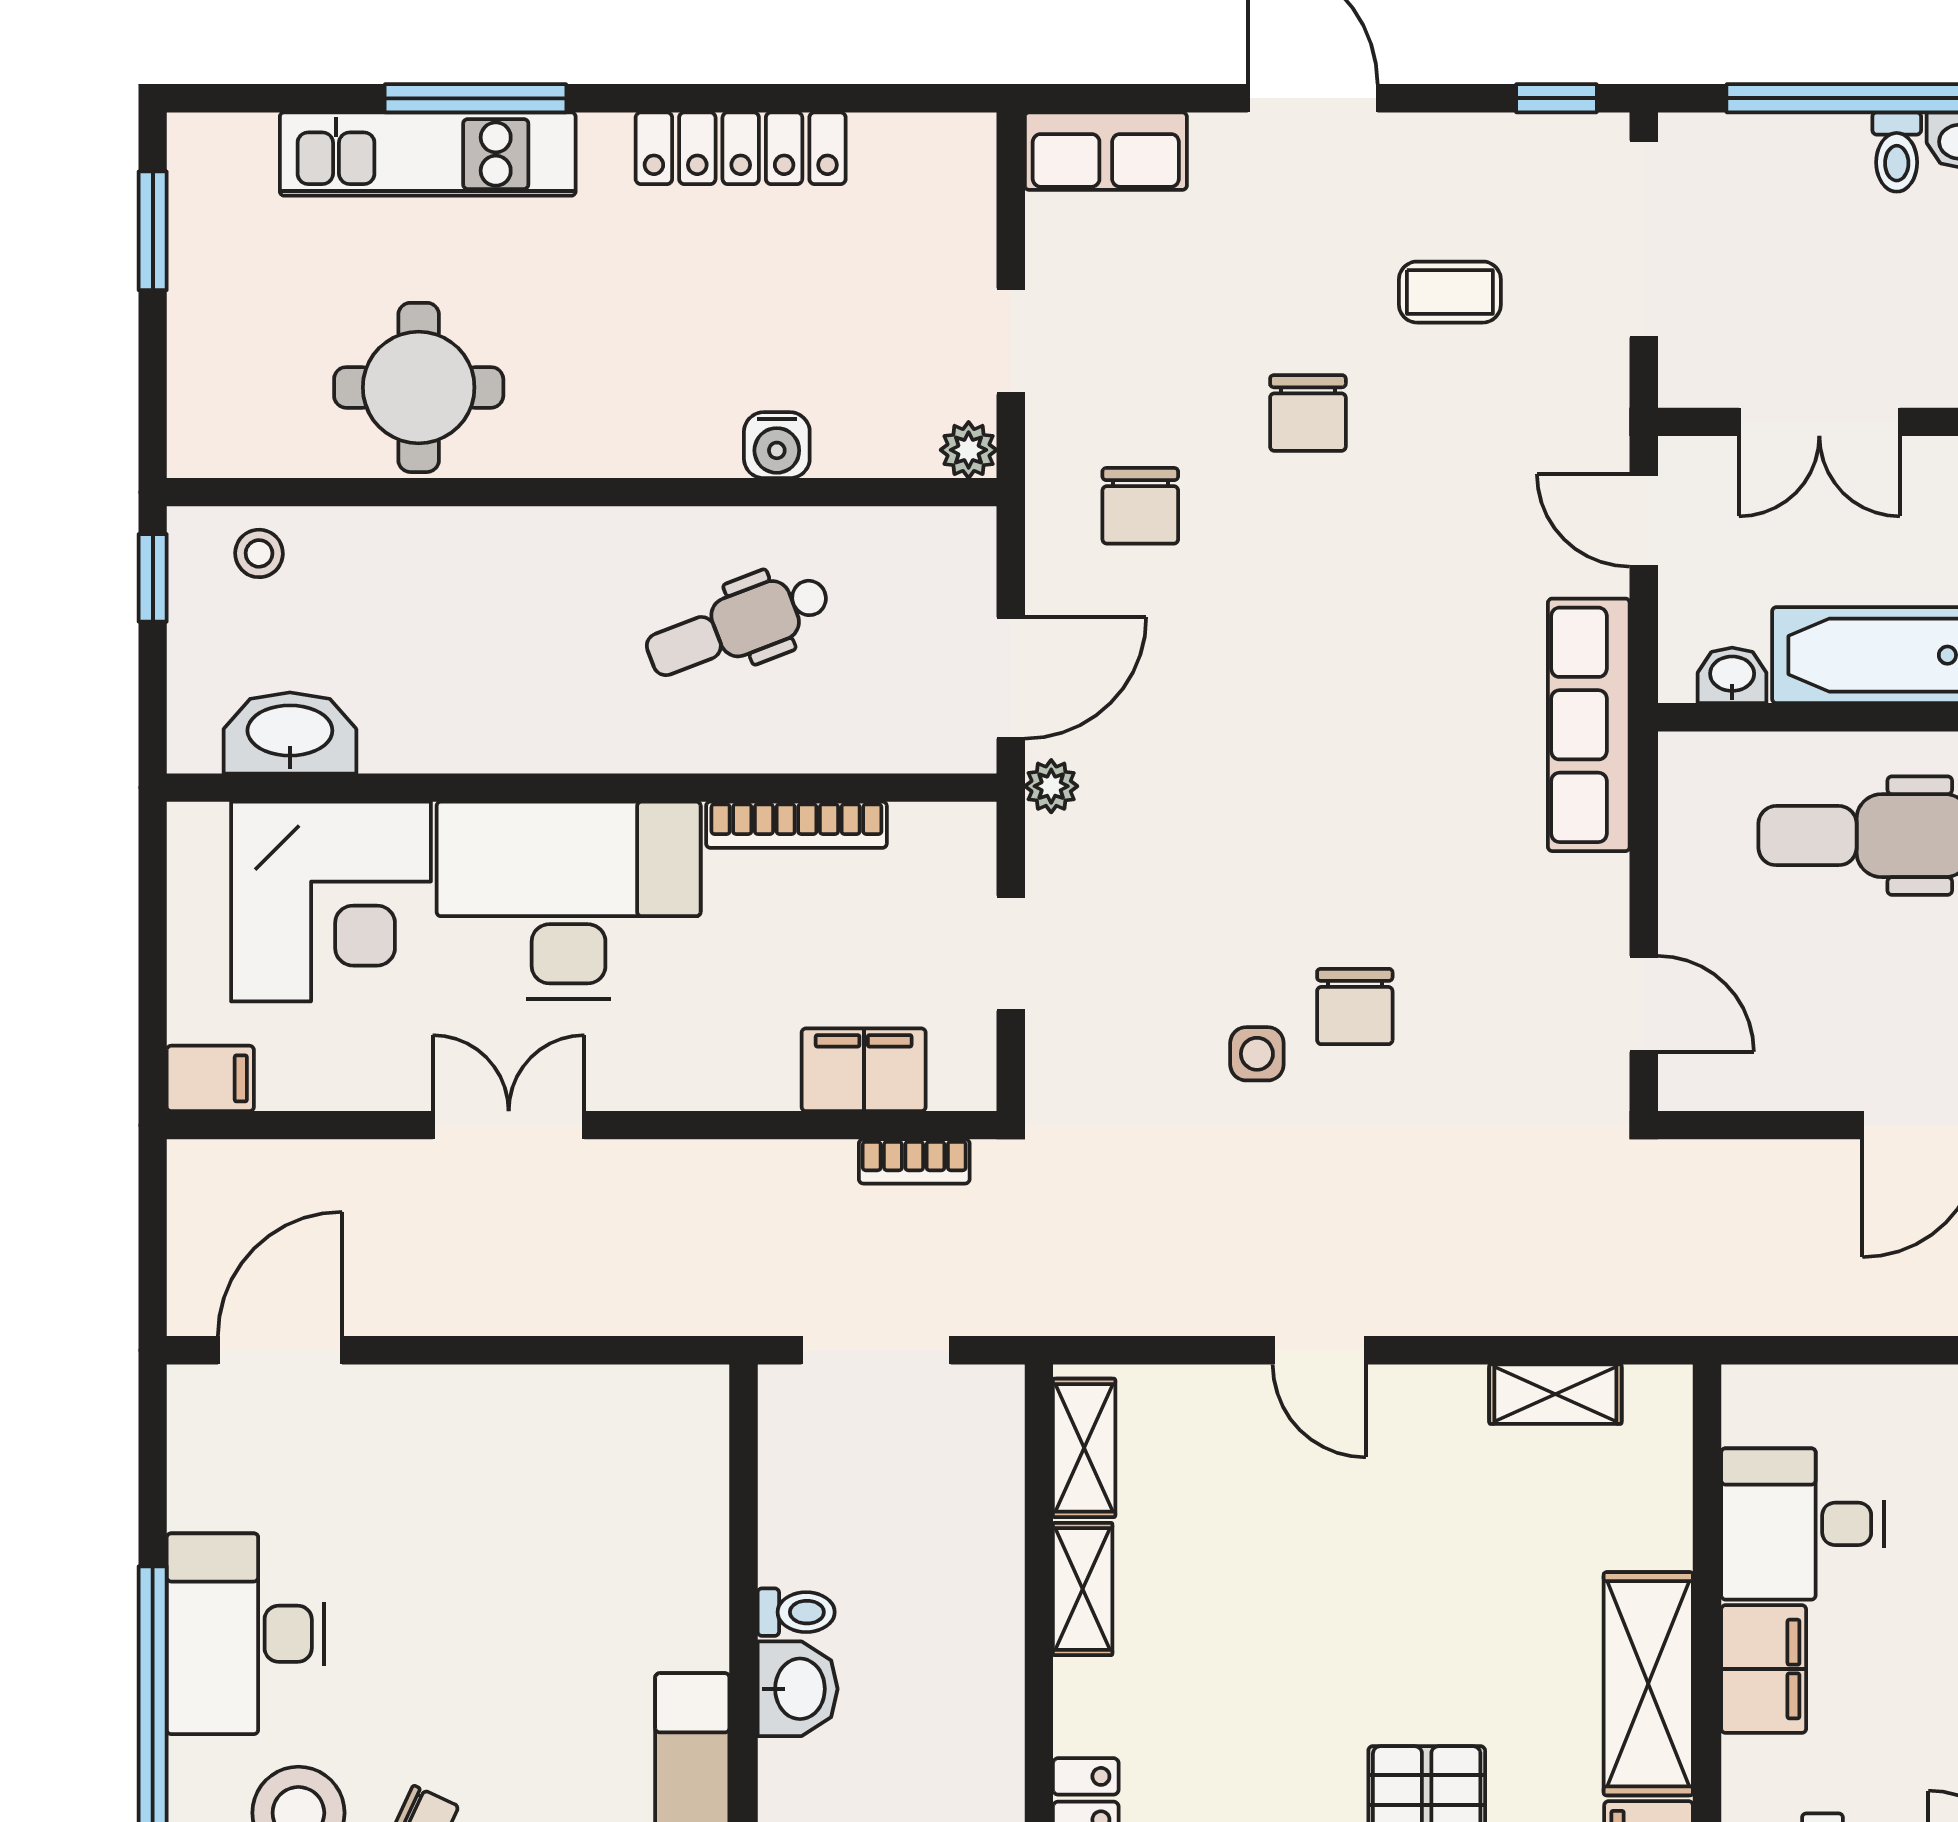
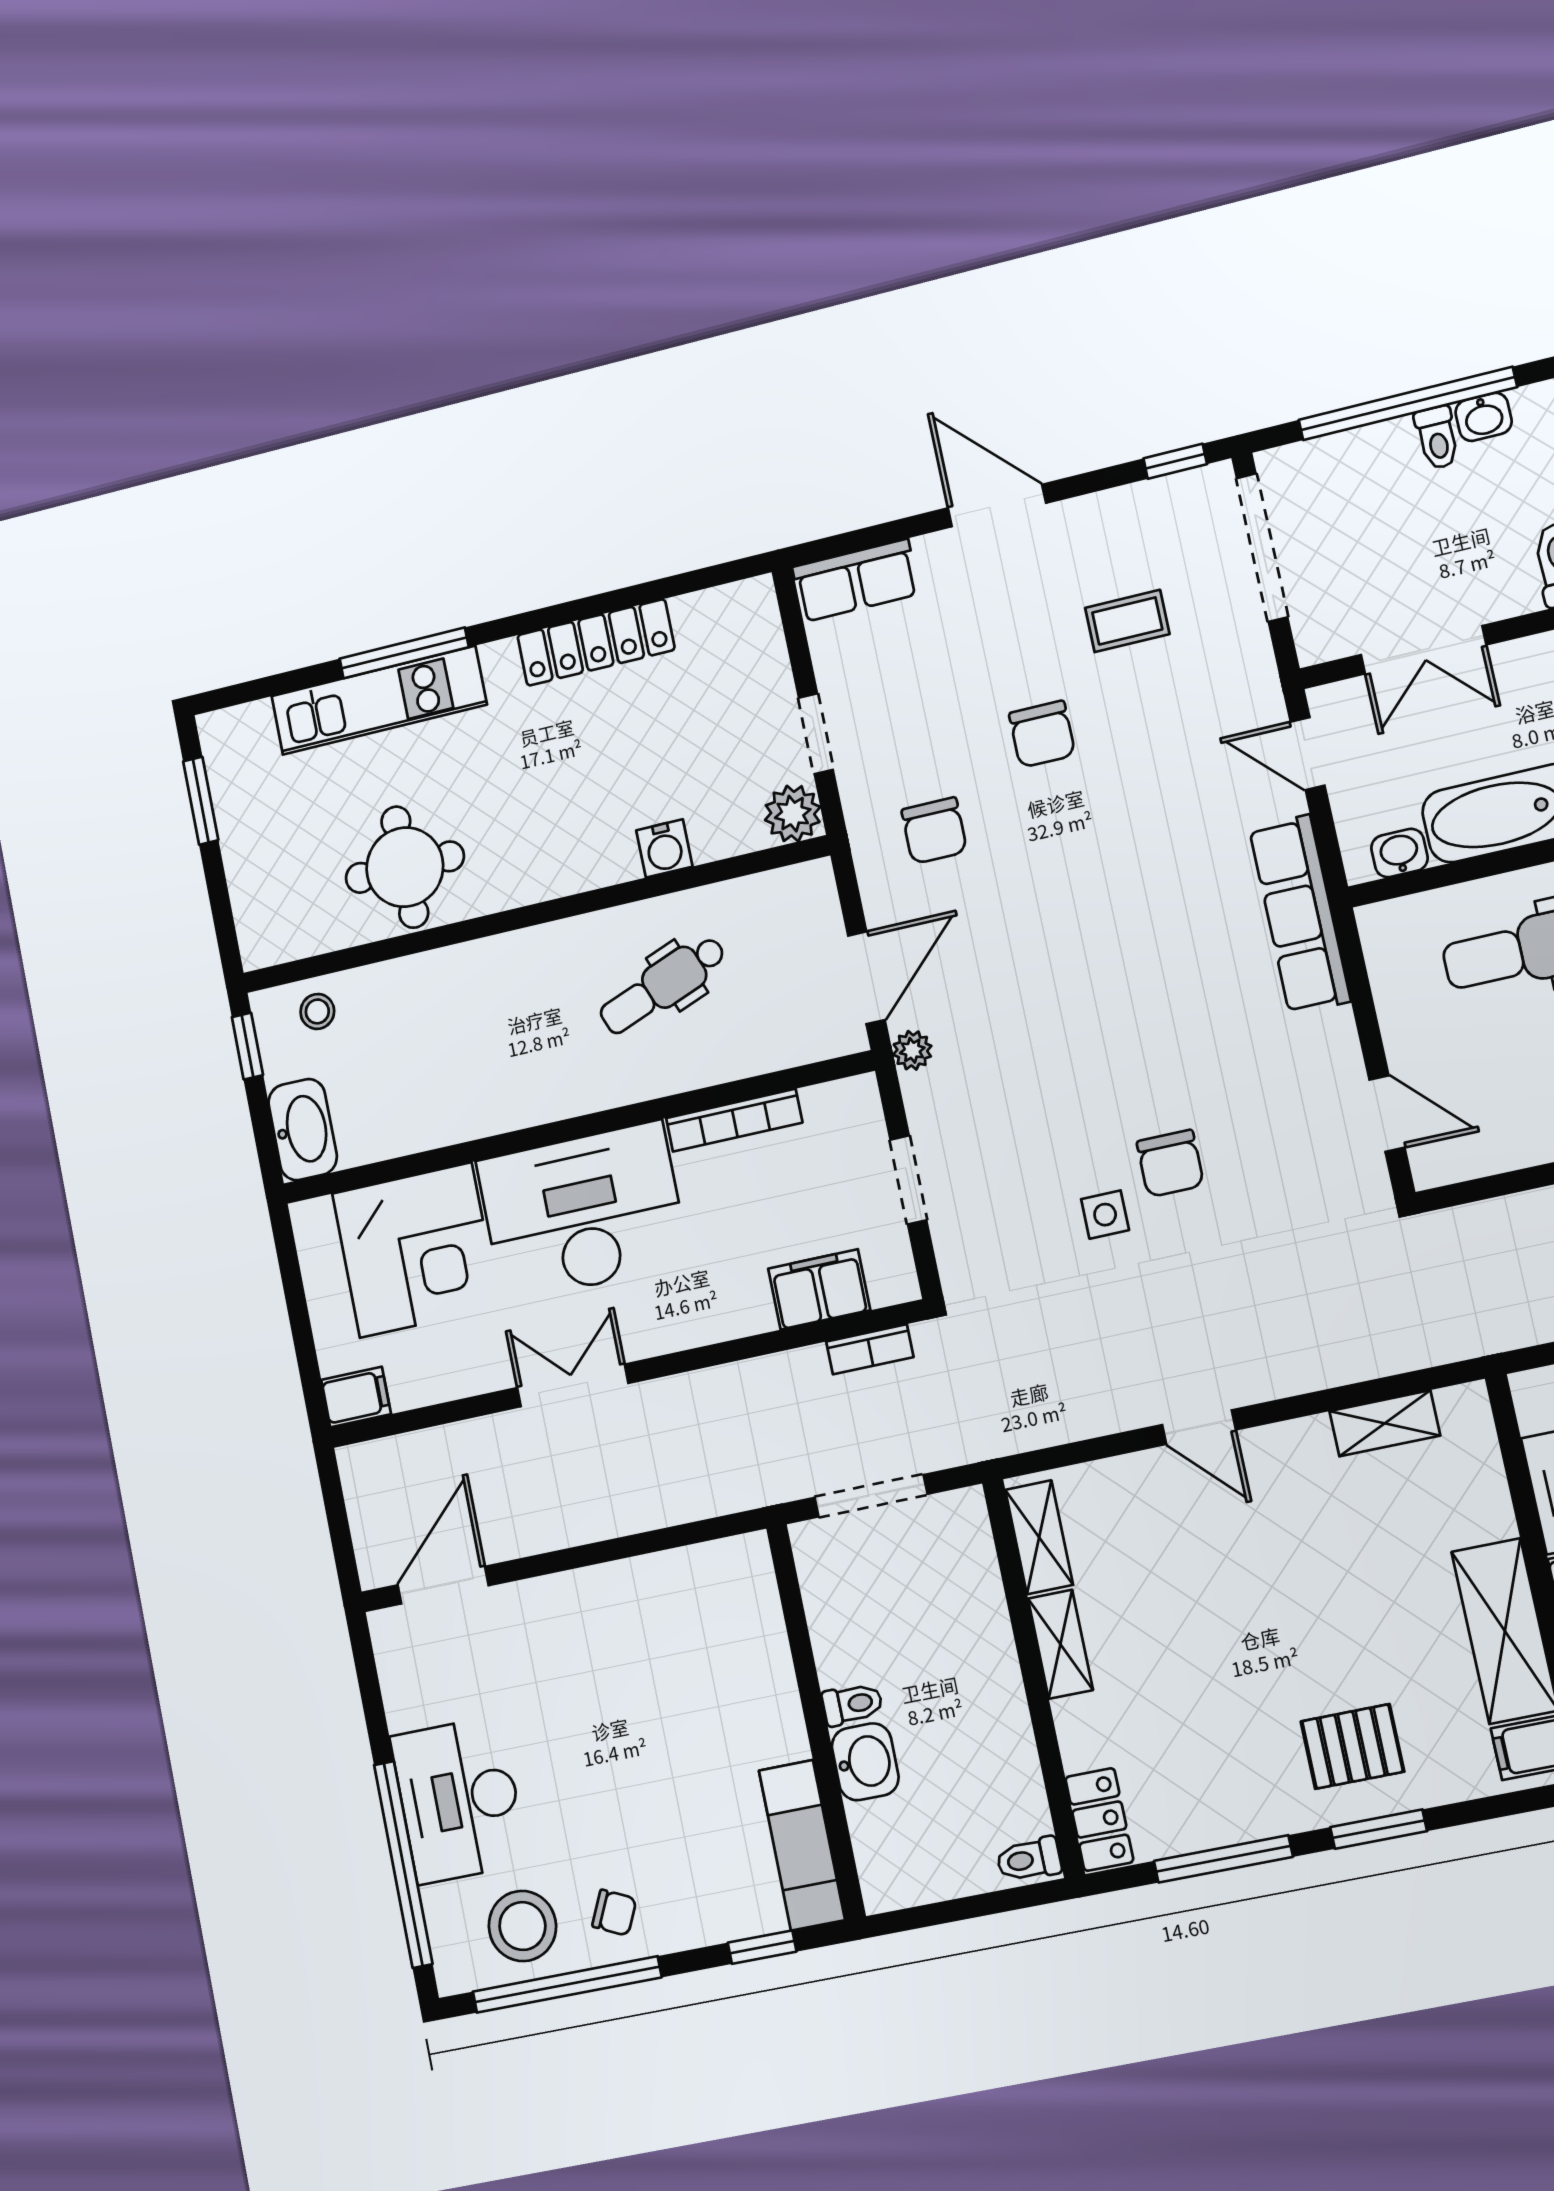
plant: (969, 450) -> (793, 814), width x1.38, depth x1.38
washbasin: (290, 733) -> (303, 1130), moved, turned 90

